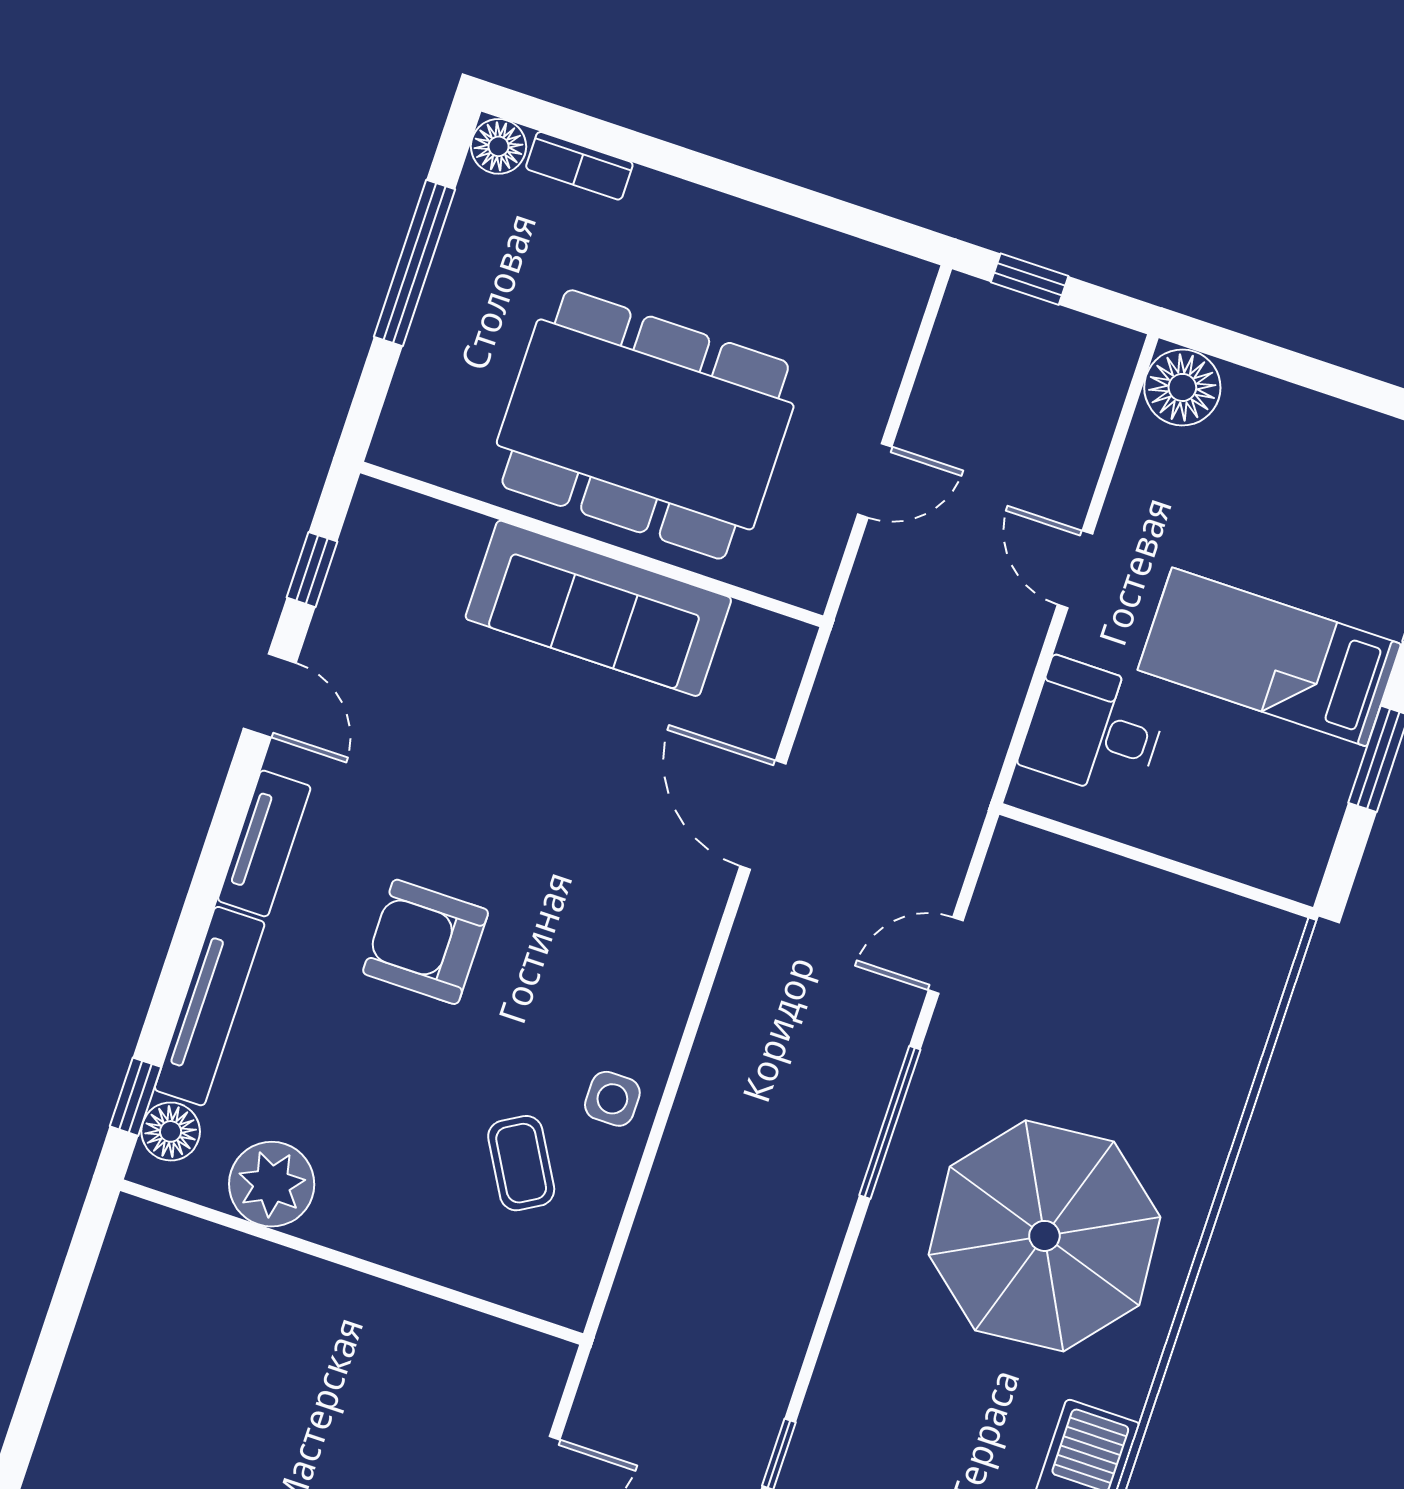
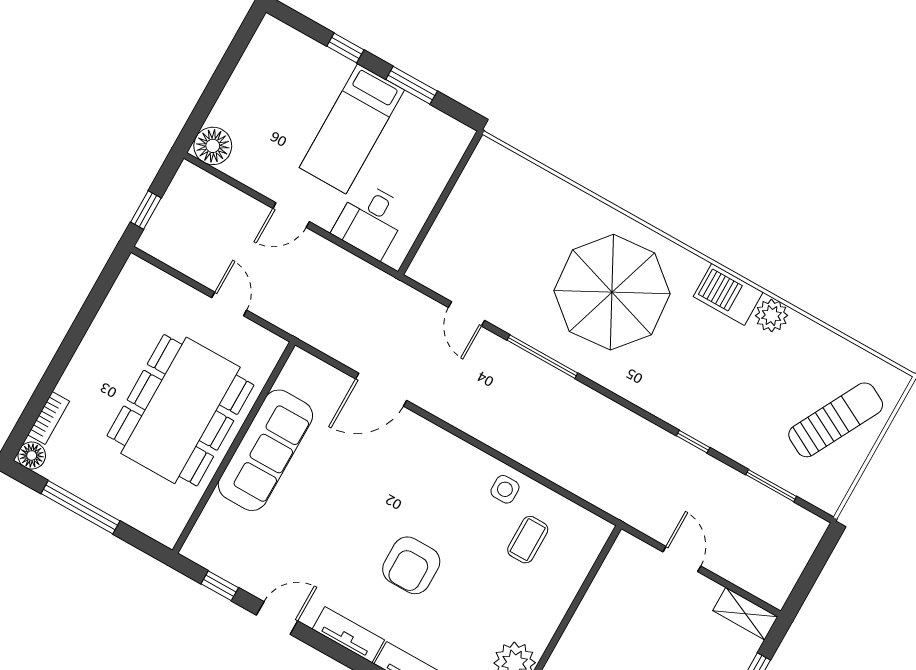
coffee table: (521, 1163) -> (528, 540), turned -60

